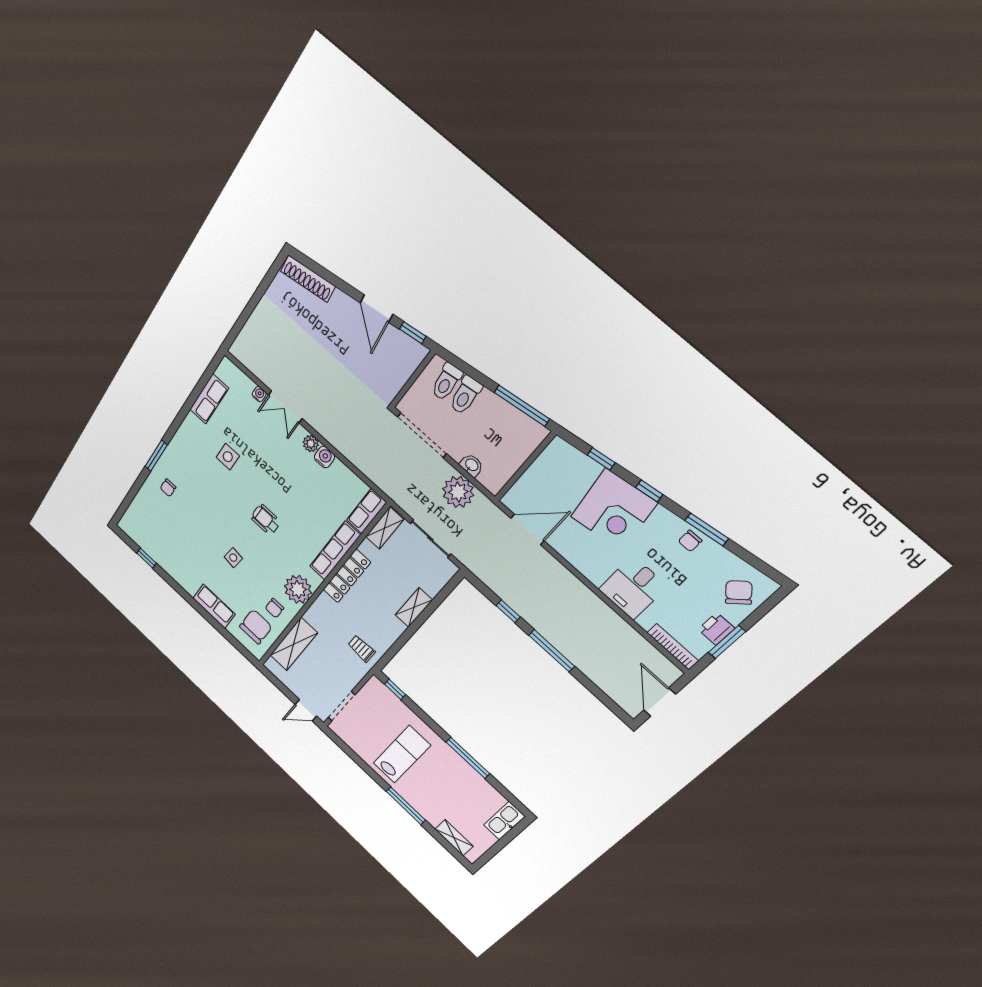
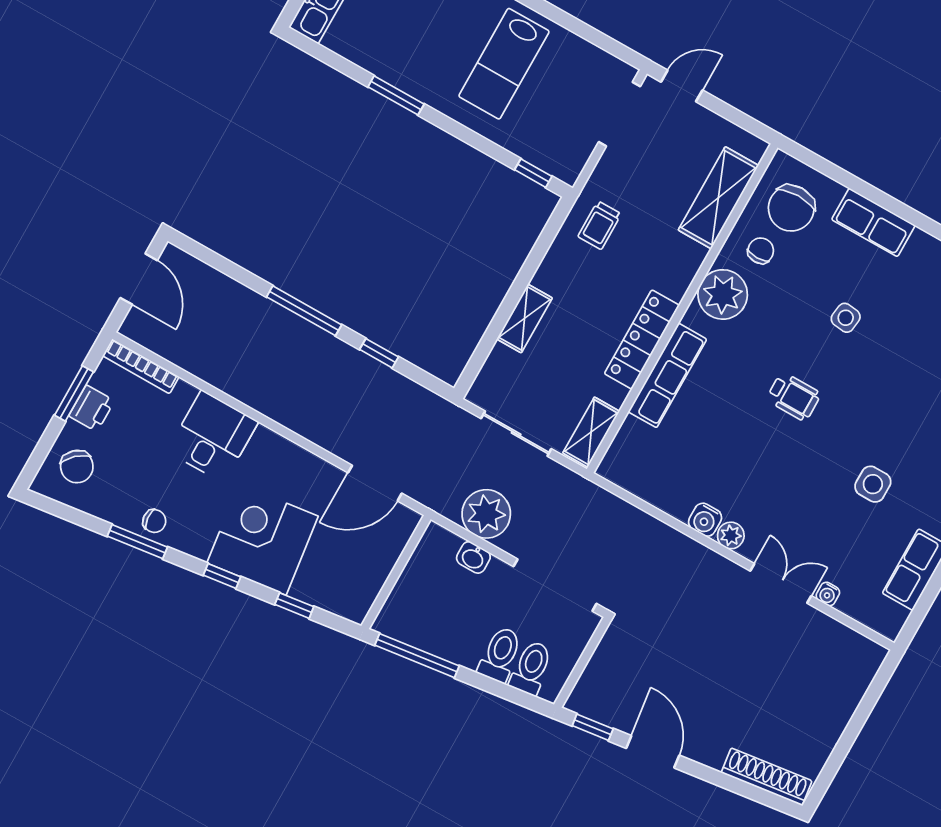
row of seats: (367, 511) -> (624, 451), removed
chair: (690, 541) -> (154, 521), turned 84
trolley: (362, 649) -> (600, 225), turned 90
window: (468, 758) -> (396, 95), width x0.69

